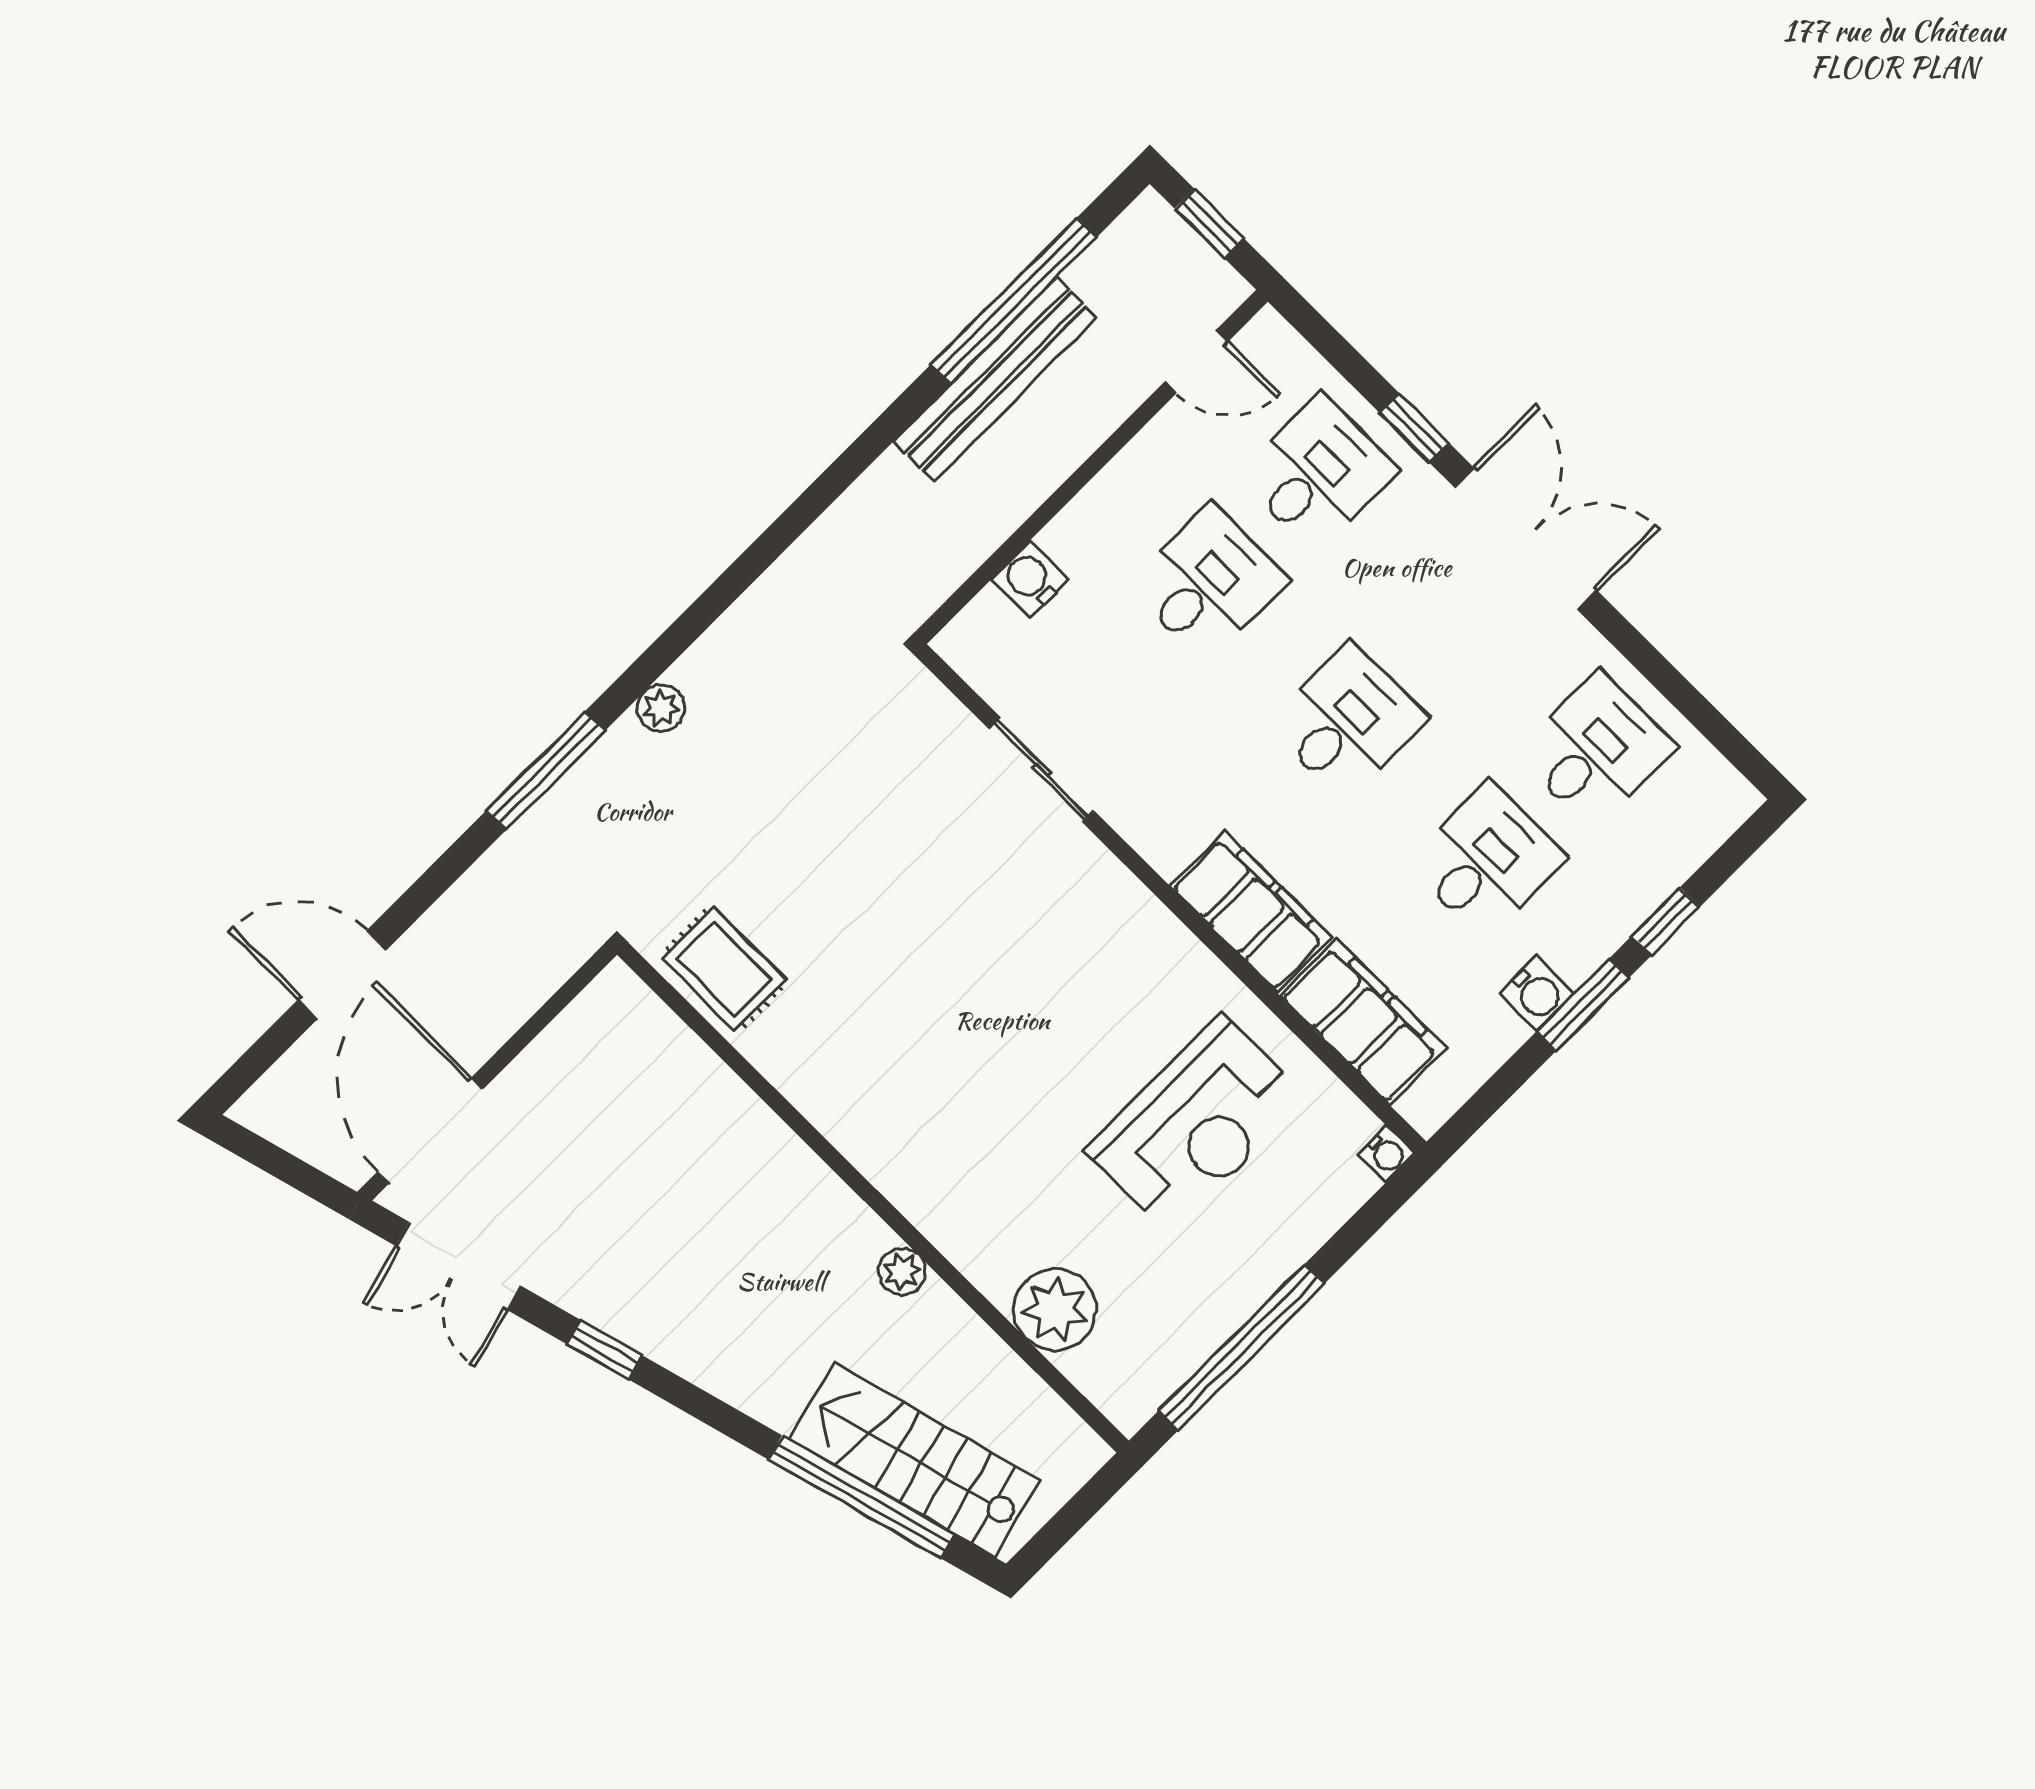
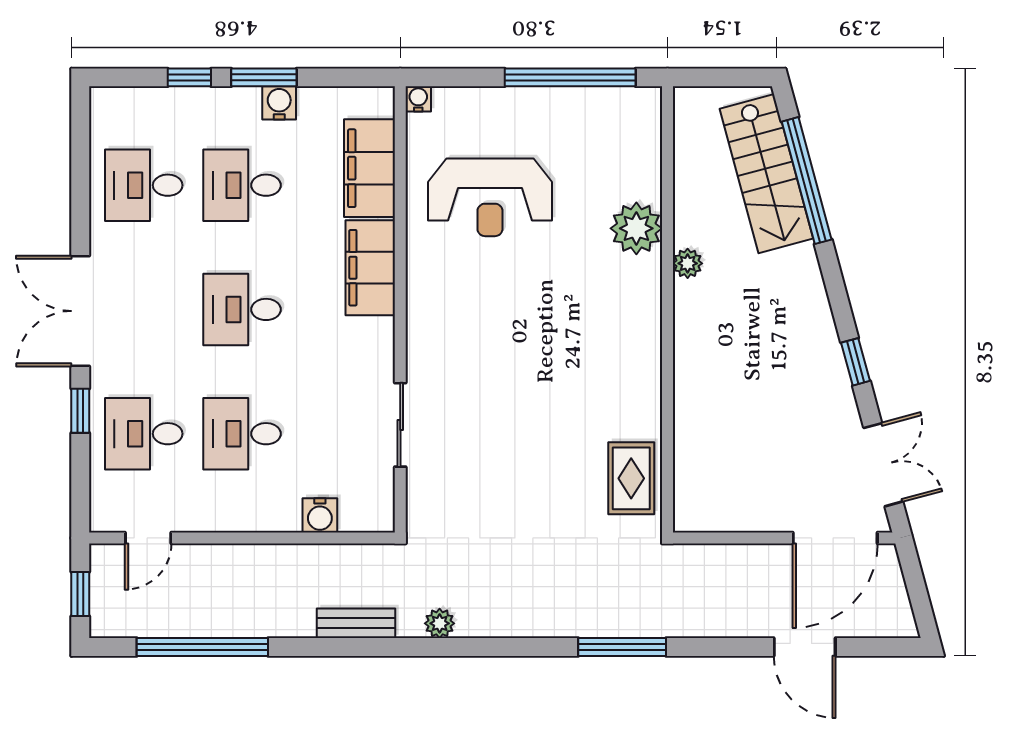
door: (1196, 362) -> (148, 538), swing flipped
bench: (996, 379) -> (356, 623), moved, width x0.54, depth x0.82
plant: (661, 708) -> (440, 623), moved
reception desk: (1196, 1124) -> (490, 197), turned 180
plant: (1055, 1310) -> (636, 228), moved

